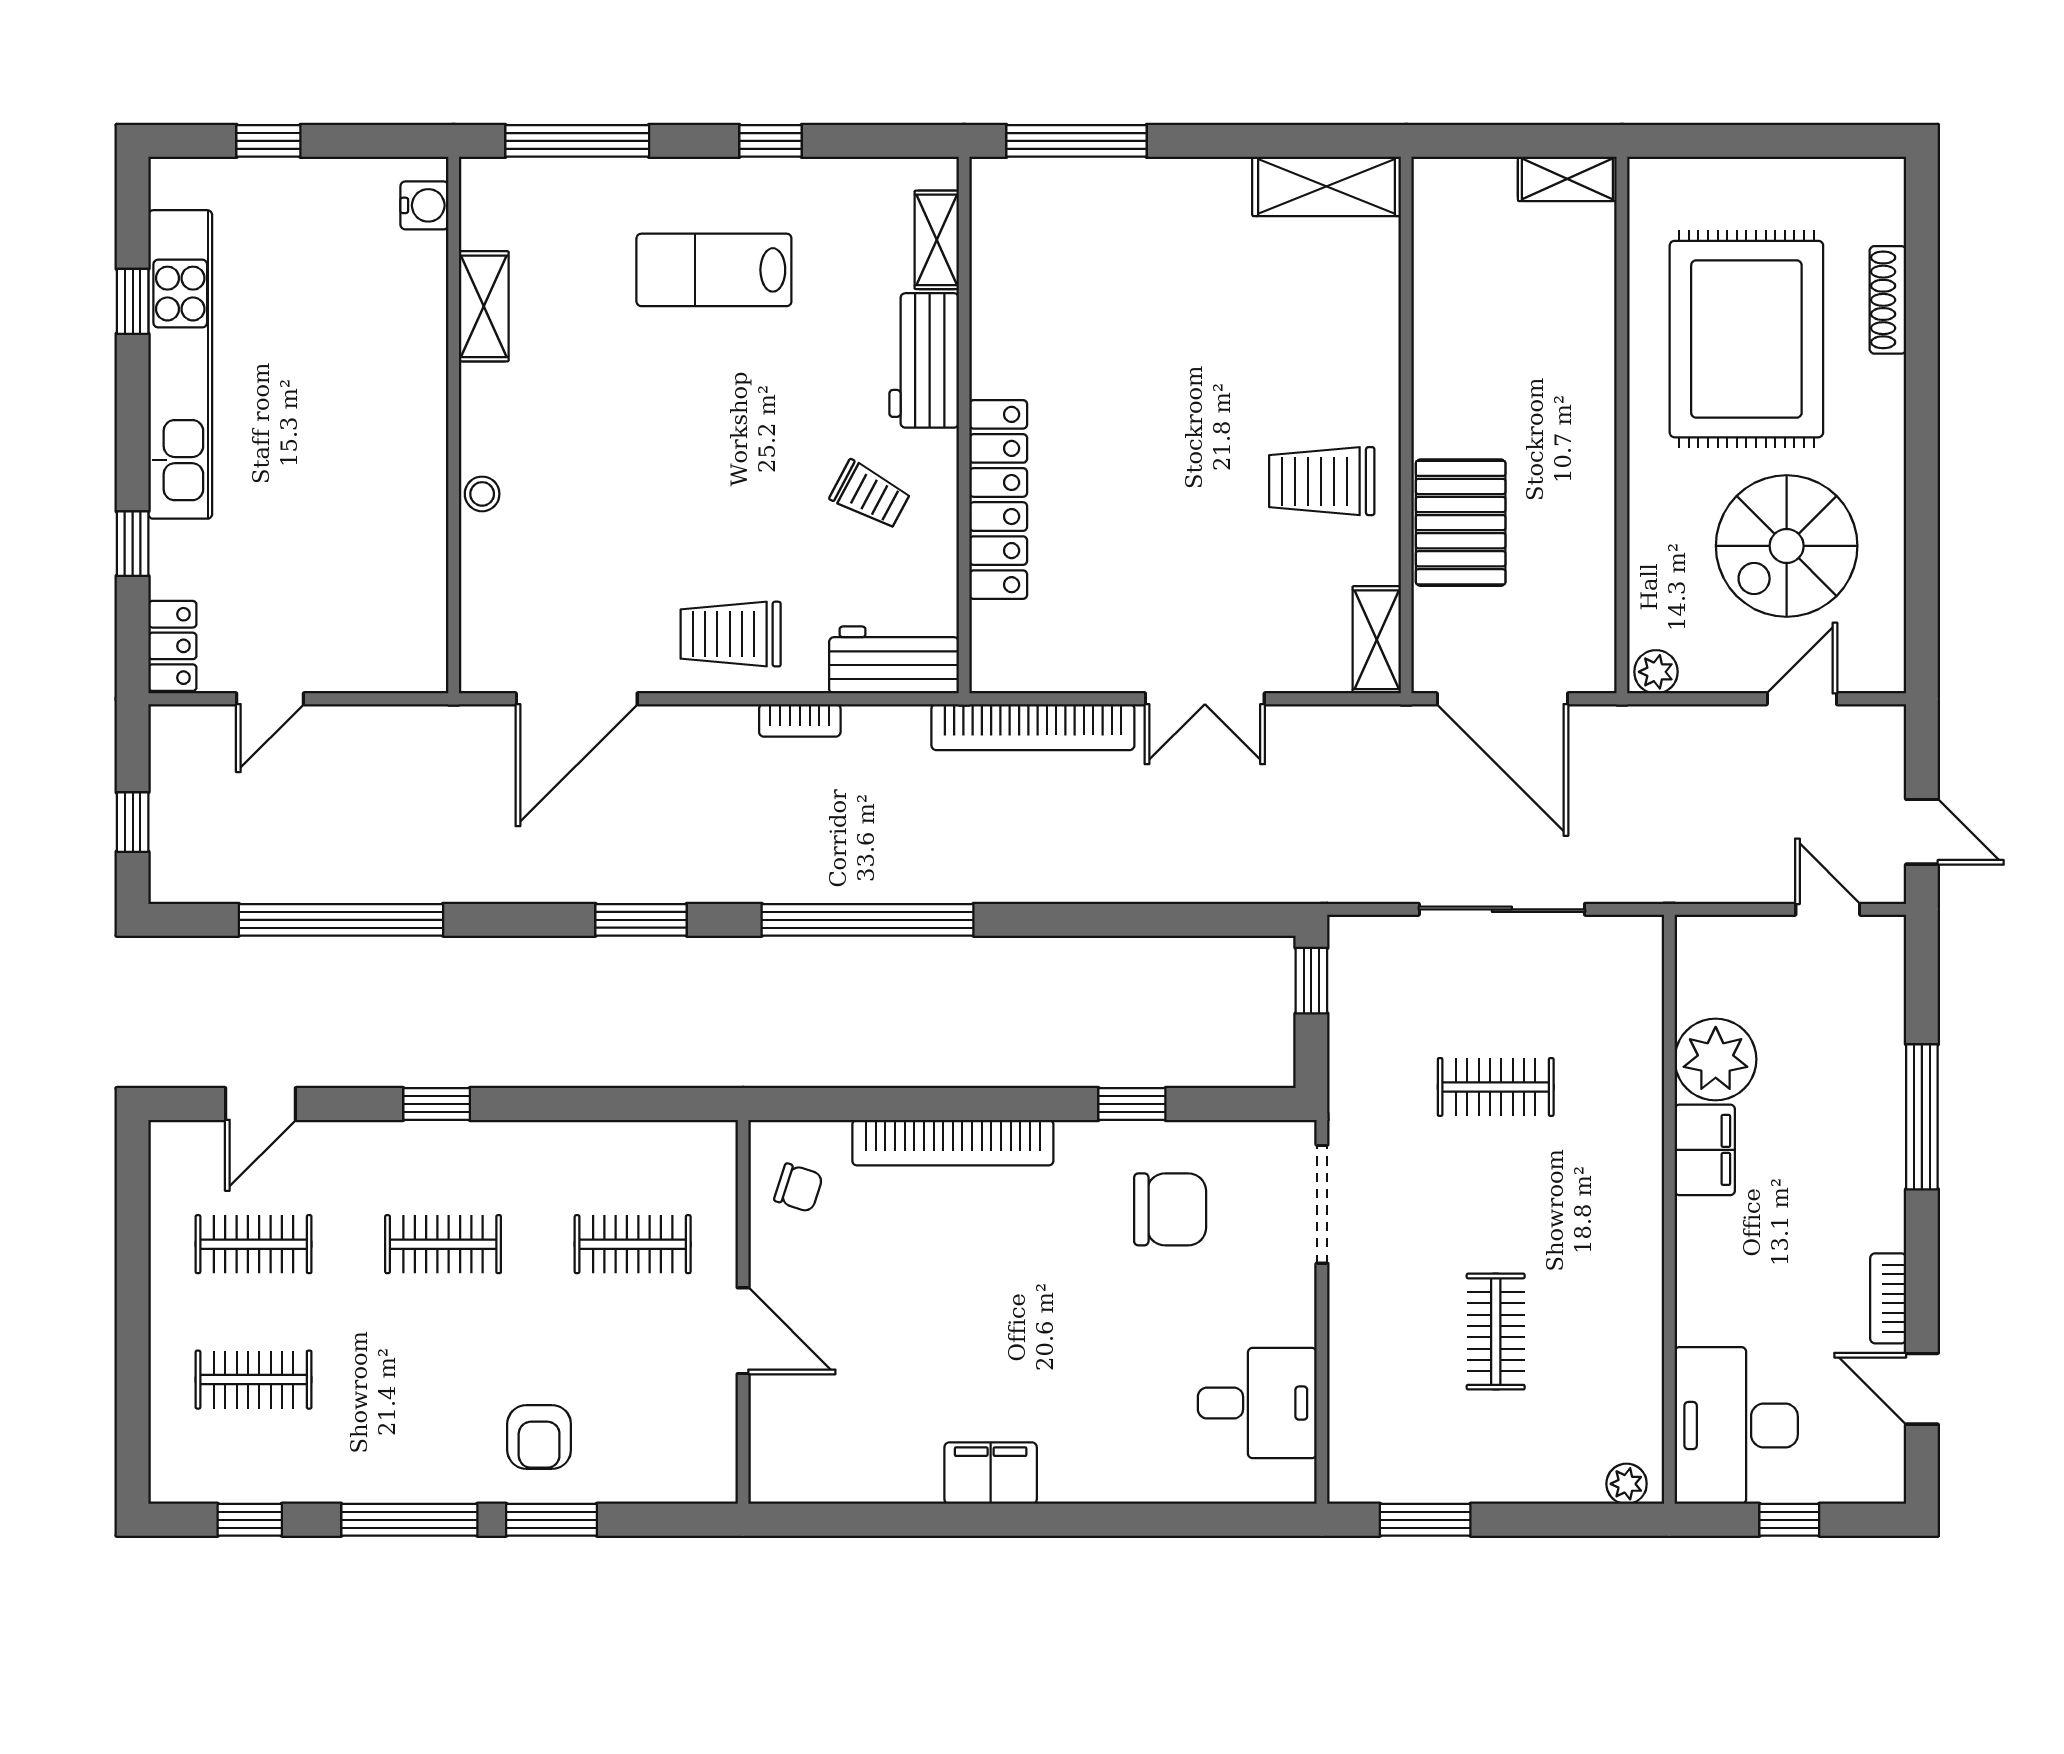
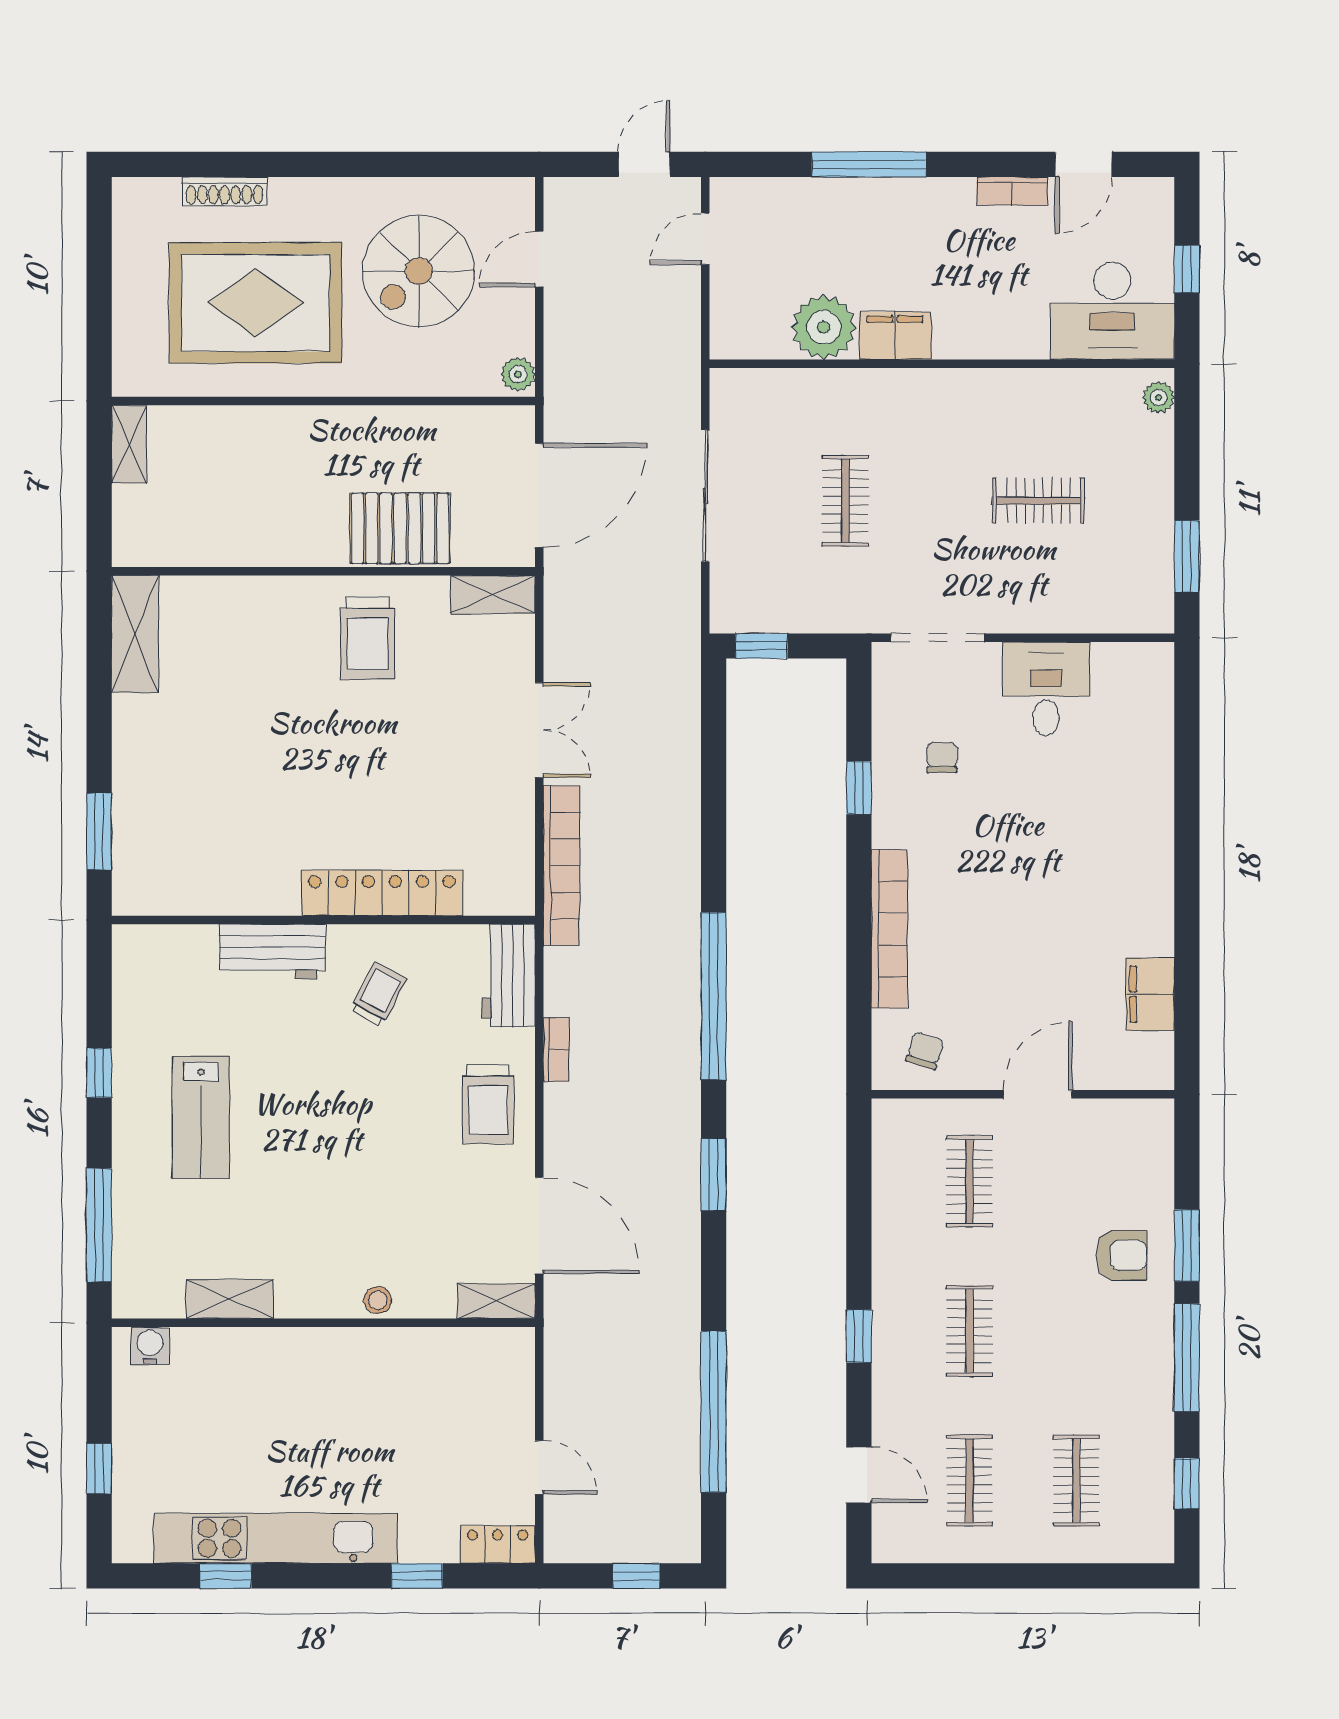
window: (1076, 141) -> (99, 831), width x0.69
shelving: (937, 240) -> (496, 1301), moved
spiral stairs: (1787, 546) -> (419, 271), turned 90
door: (1802, 699) -> (539, 259), hinge flipped
chair: (1170, 1209) -> (942, 757), width x0.54, depth x0.54
desk: (1257, 1403) -> (1046, 689), moved
filing cabinet: (991, 1473) -> (1150, 994), moved

